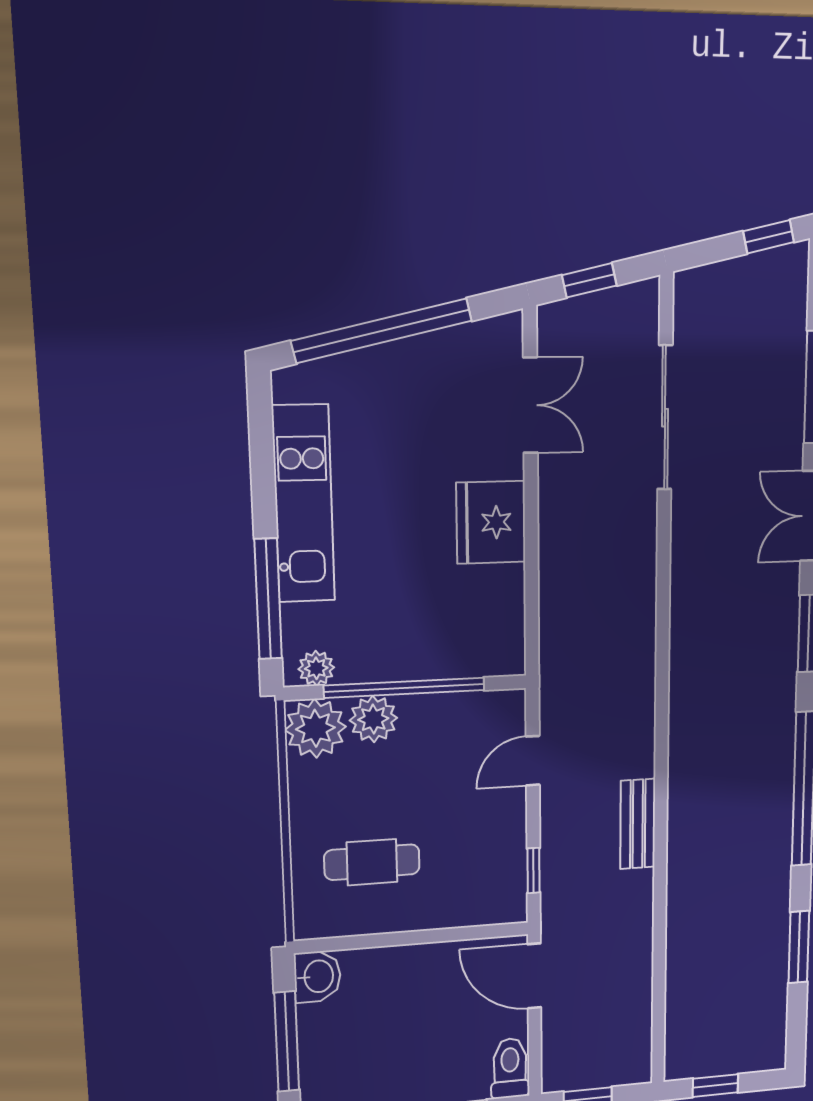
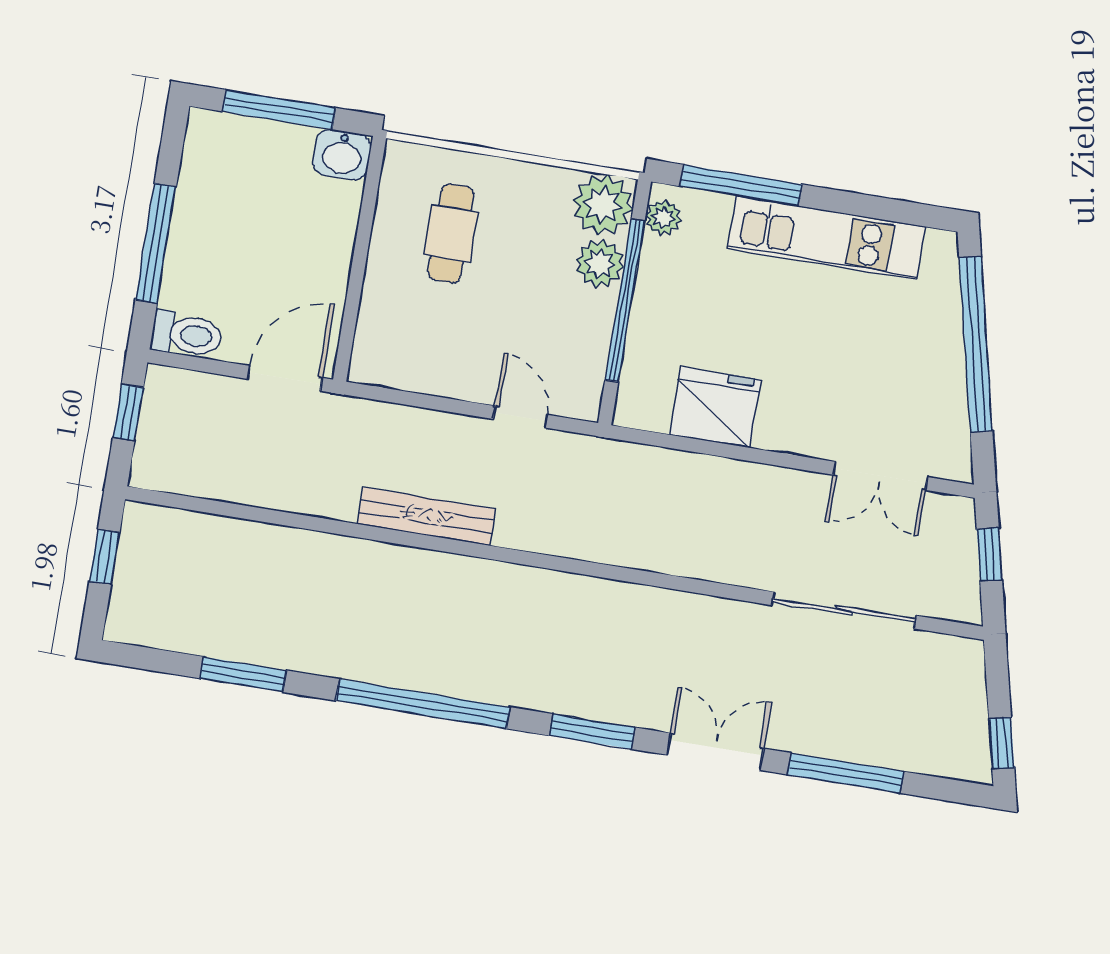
fridge: (491, 522) -> (715, 407), moved
bench: (638, 824) -> (426, 516), width x1.36
window: (534, 870) -> (402, 398), removed

